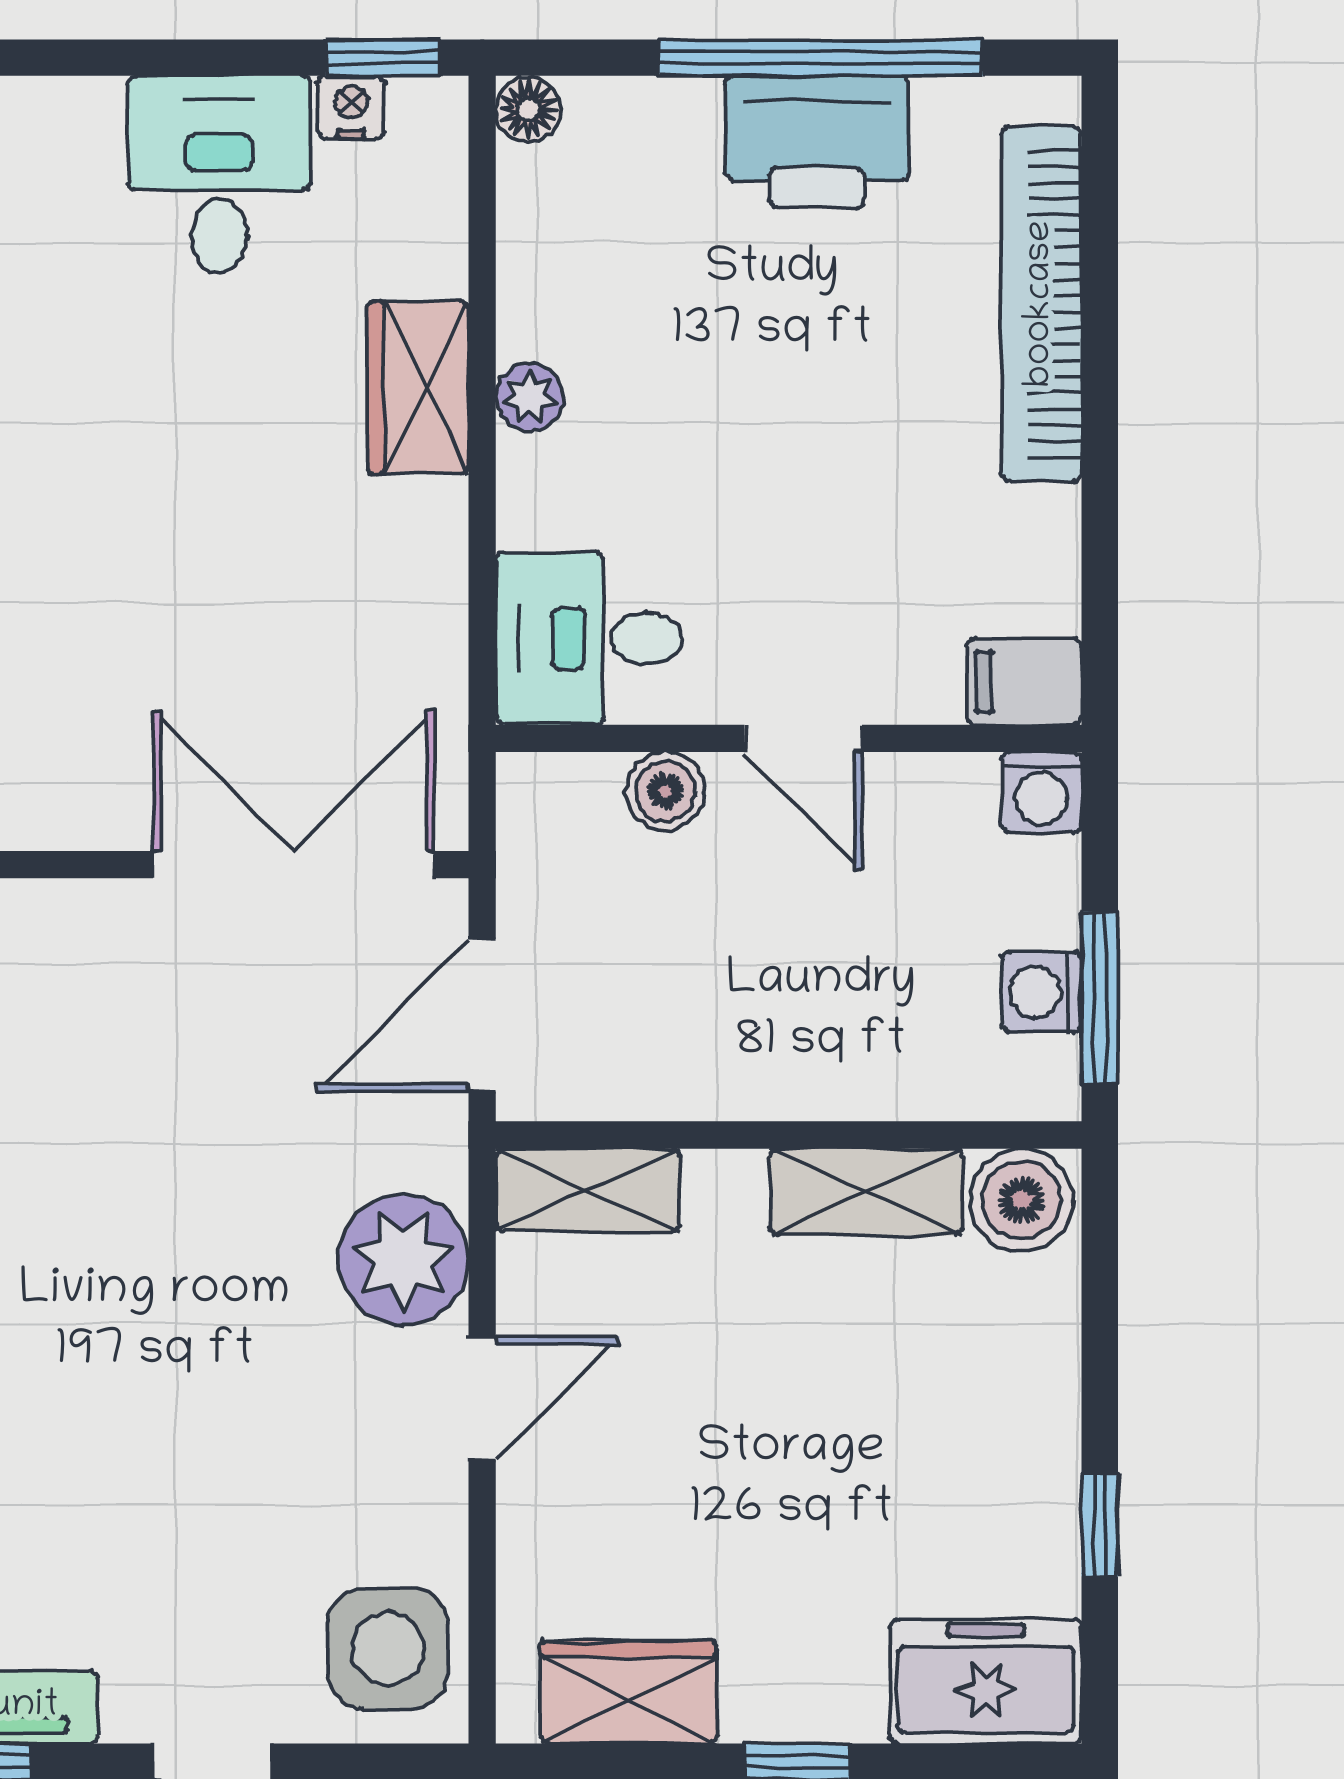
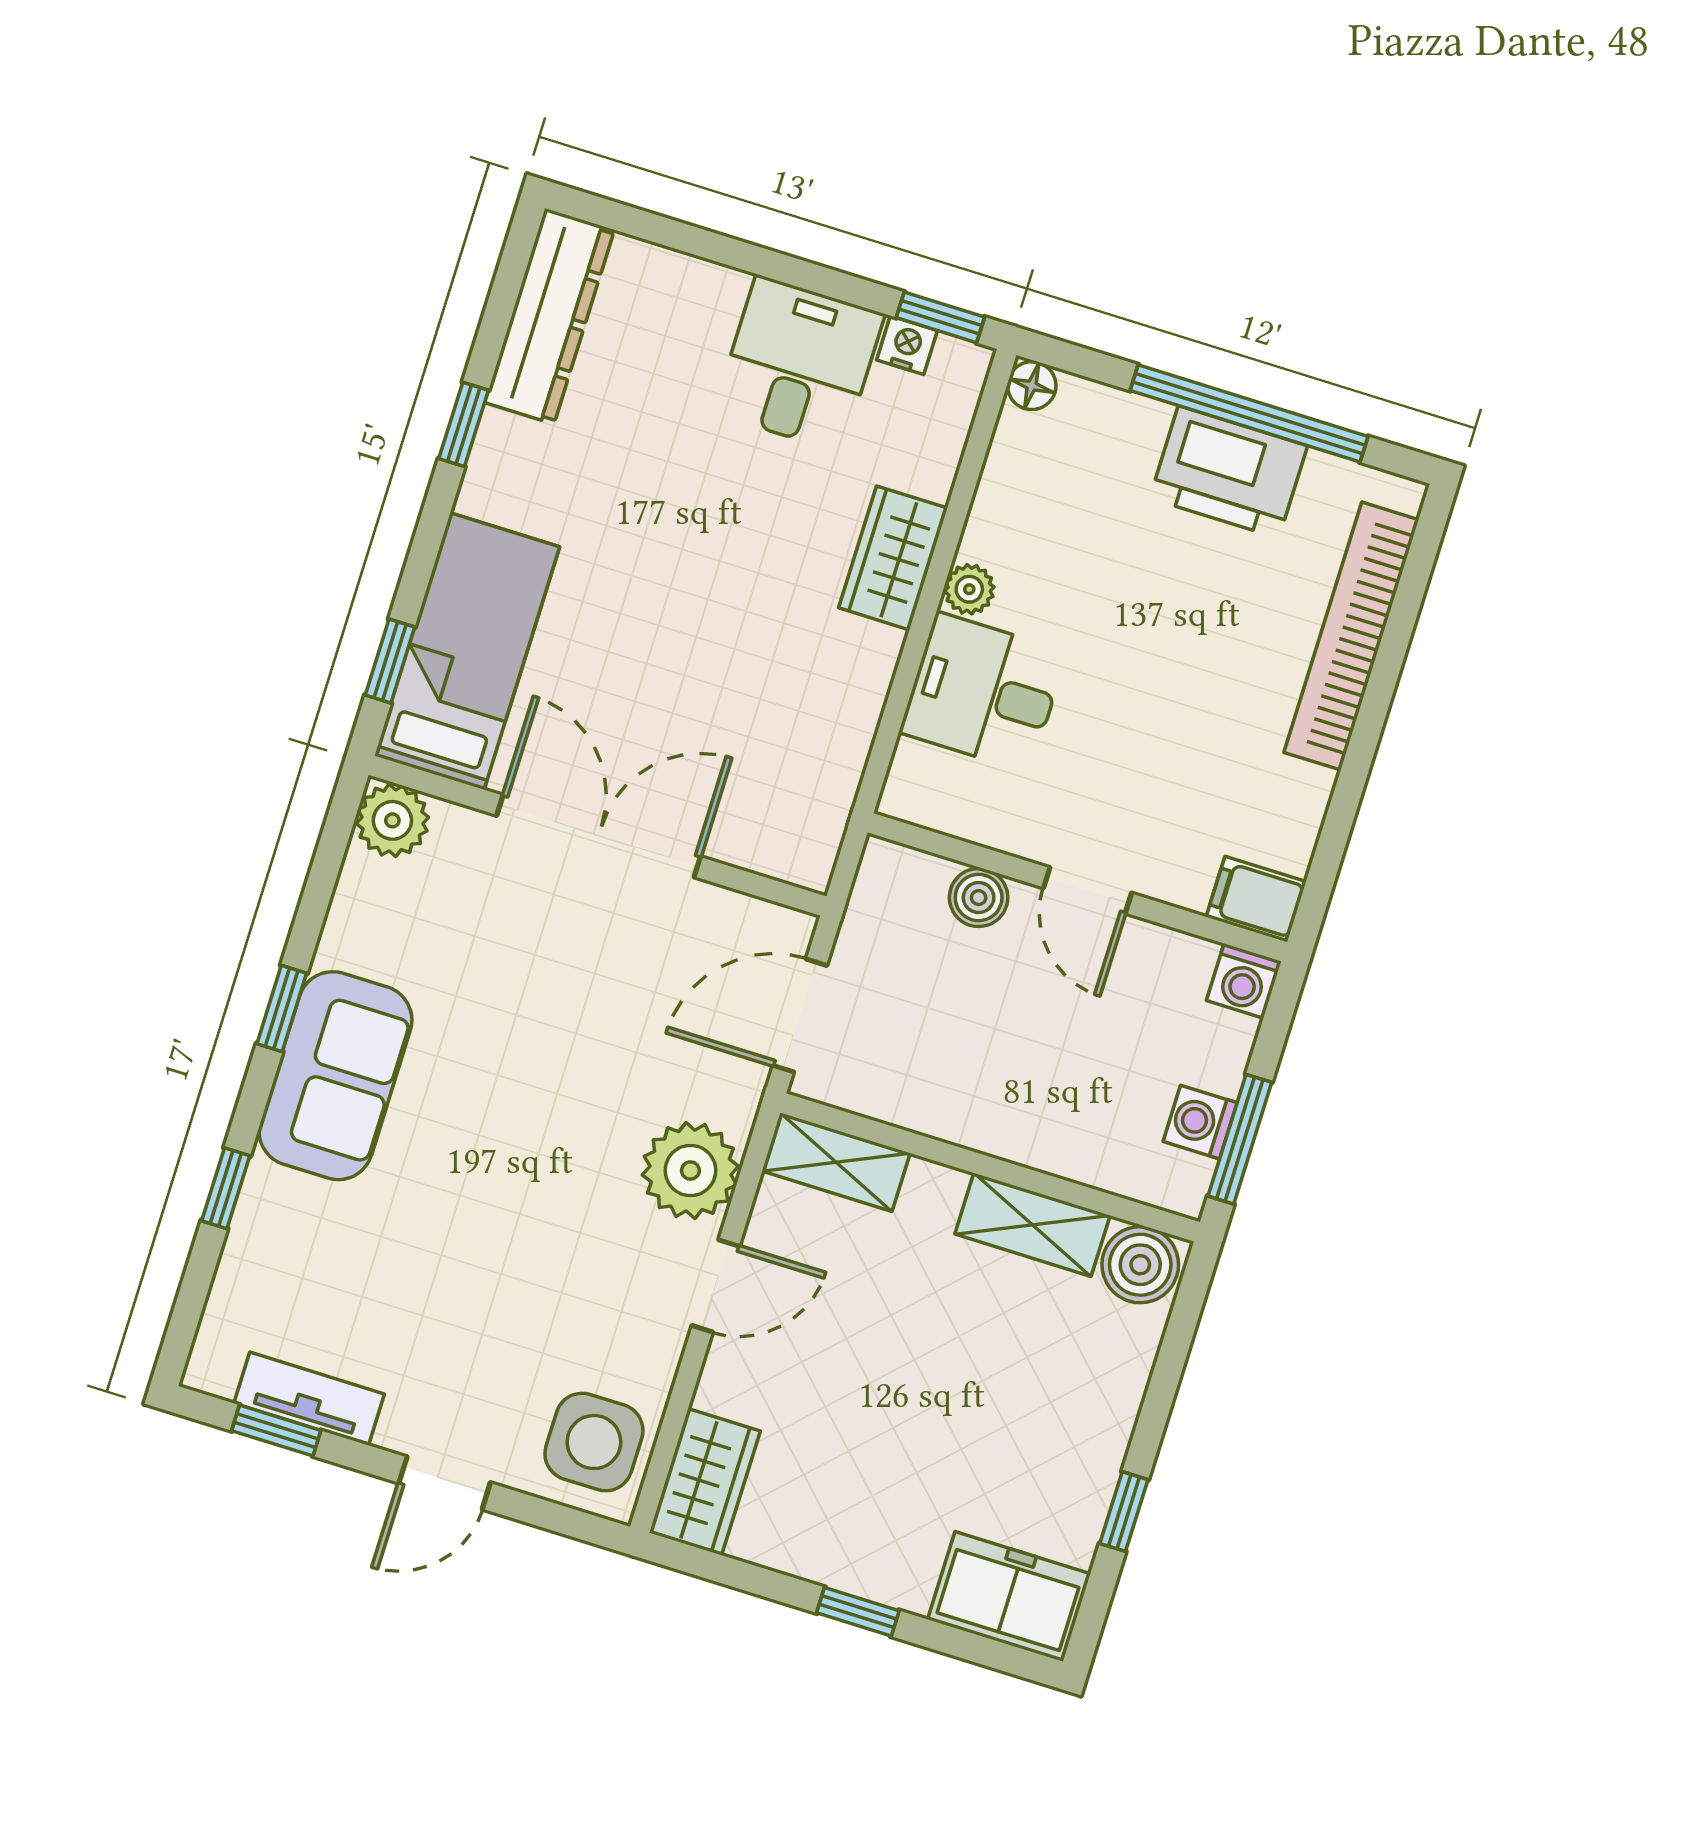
desk: (589, 639) -> (983, 692), moved
double door: (294, 865) -> (599, 836), moved
wardrobe: (628, 1692) -> (705, 1482), moved, turned 90

